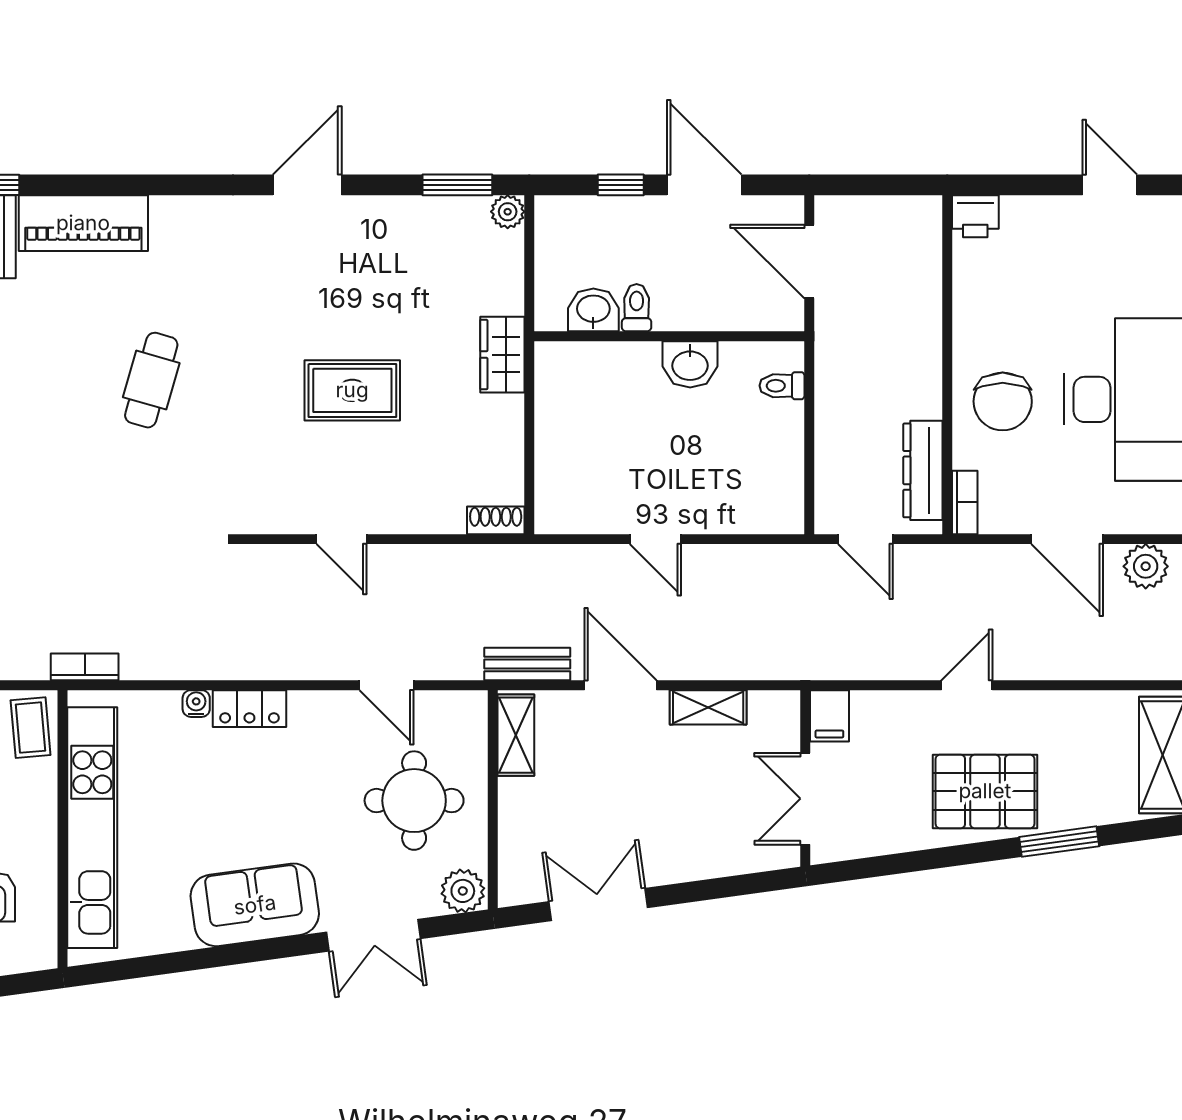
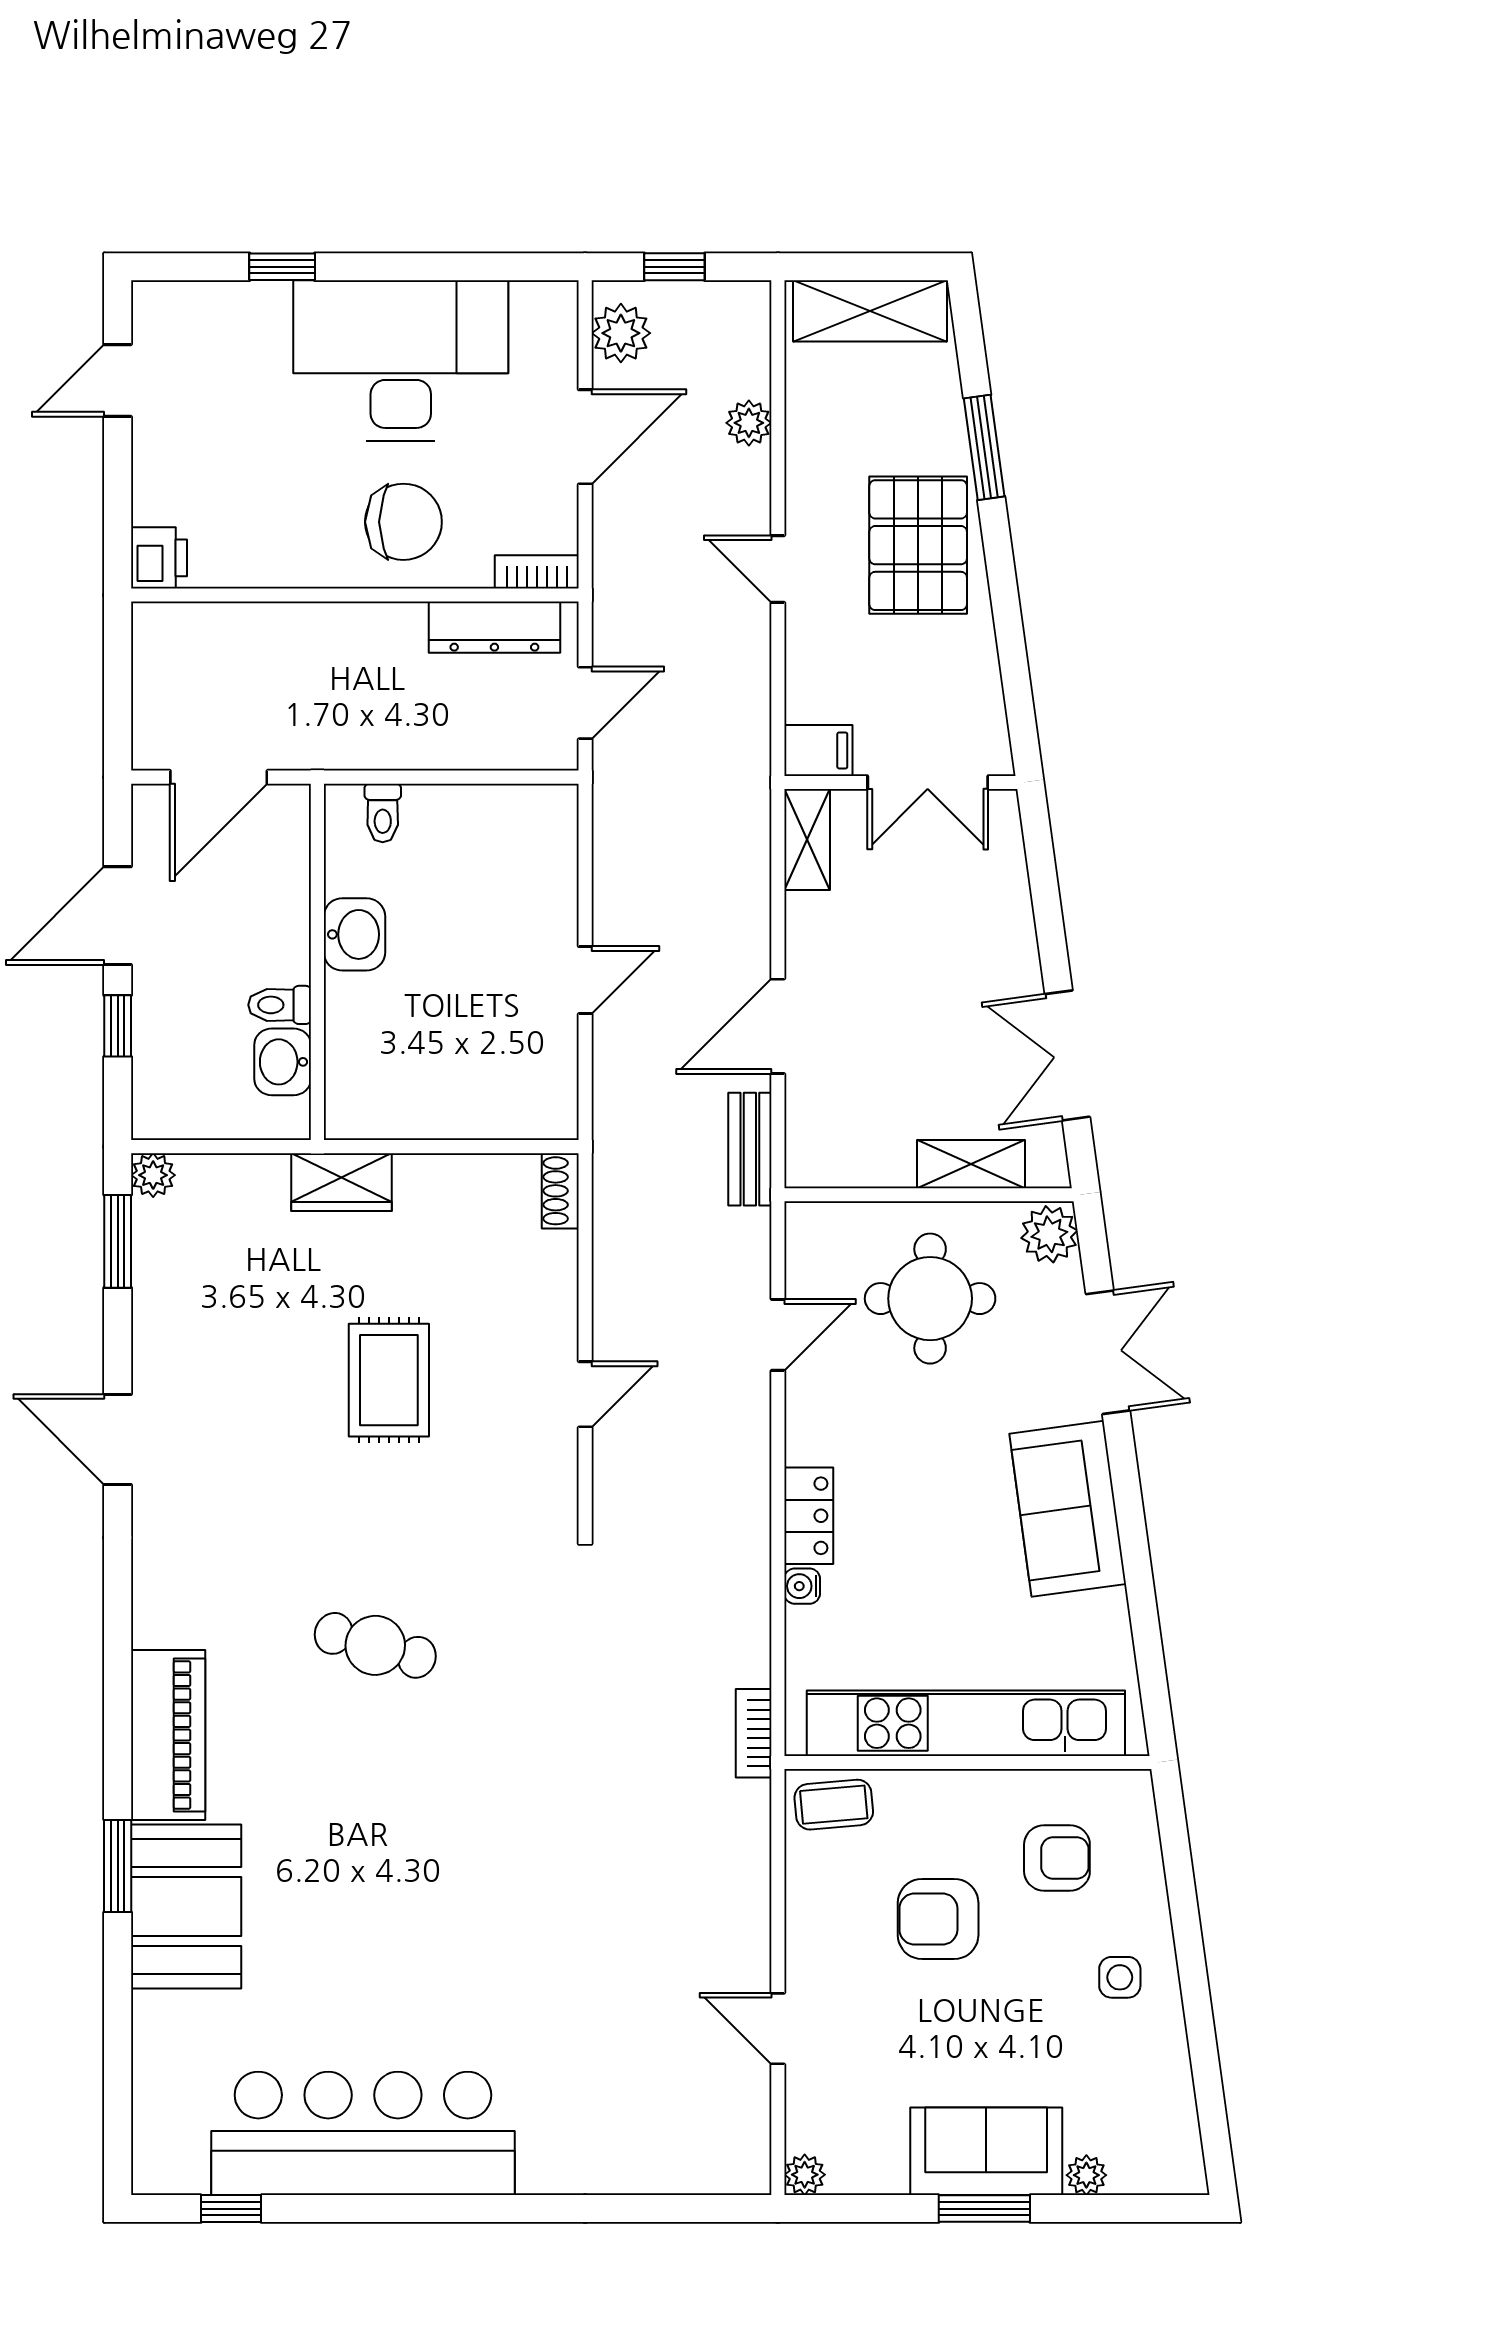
plant: (1078, 663) -> (749, 423), added
shelving: (708, 707) -> (807, 839), moved
shelving: (516, 735) -> (971, 1164), moved

